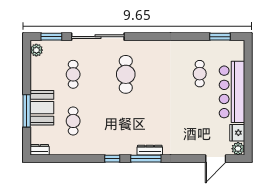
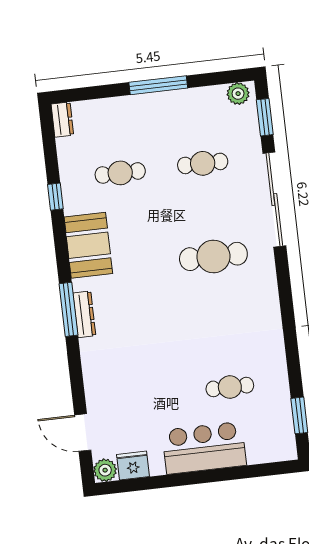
bar counter: (232, 92) -> (204, 448), width x0.73
booth: (42, 108) -> (88, 245), moved, turned 90
window: (27, 111) -> (158, 85), moved
window: (112, 159) -> (55, 197), moved

